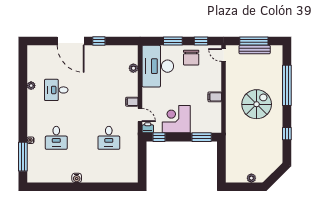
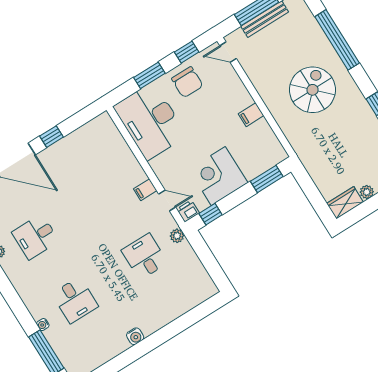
plant: (133, 68) -> (177, 236), moved
desk: (109, 138) -> (145, 257), turned 180
wardrobe: (236, 177) -> (345, 203), added

